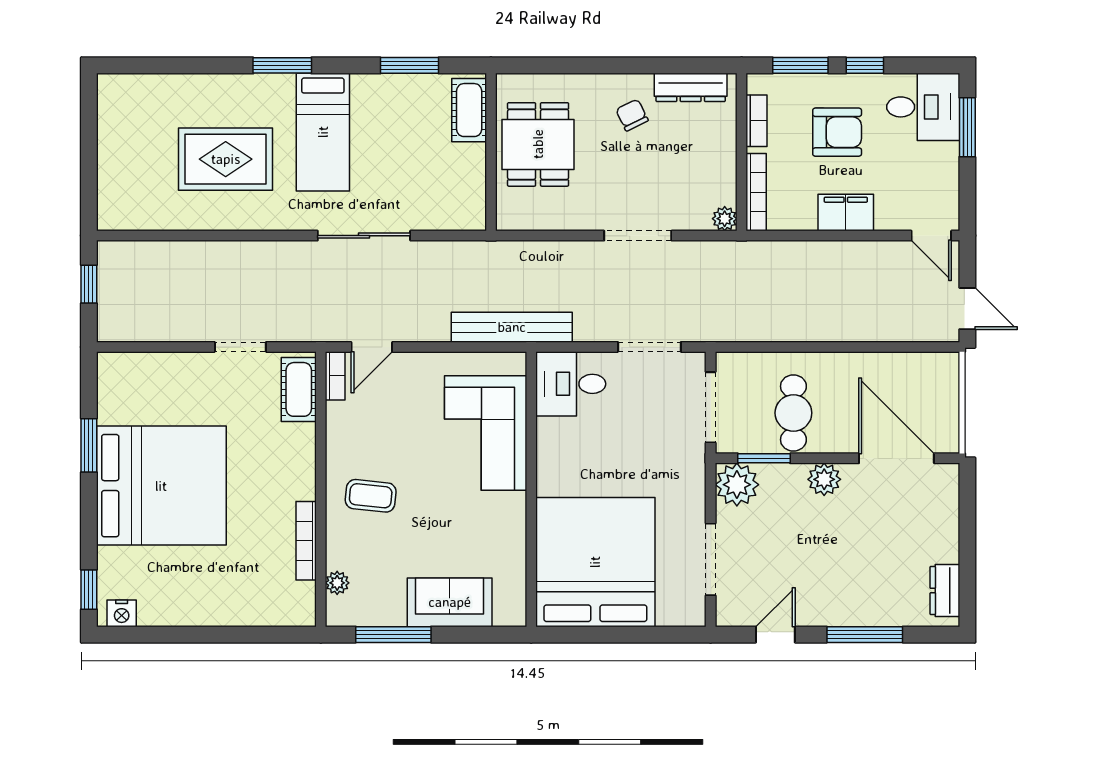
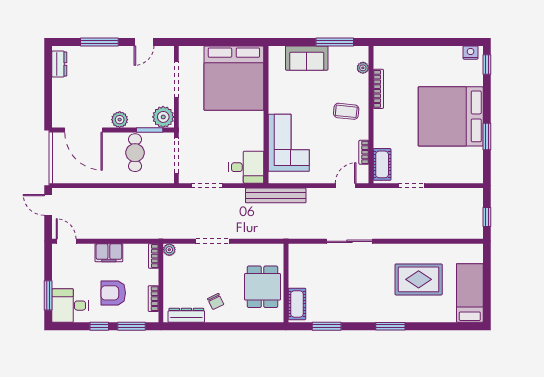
bed: (323, 132) -> (470, 293), moved
bookcase: (756, 192) -> (154, 256), width x0.64
bookcase: (335, 376) -> (364, 152), moved

